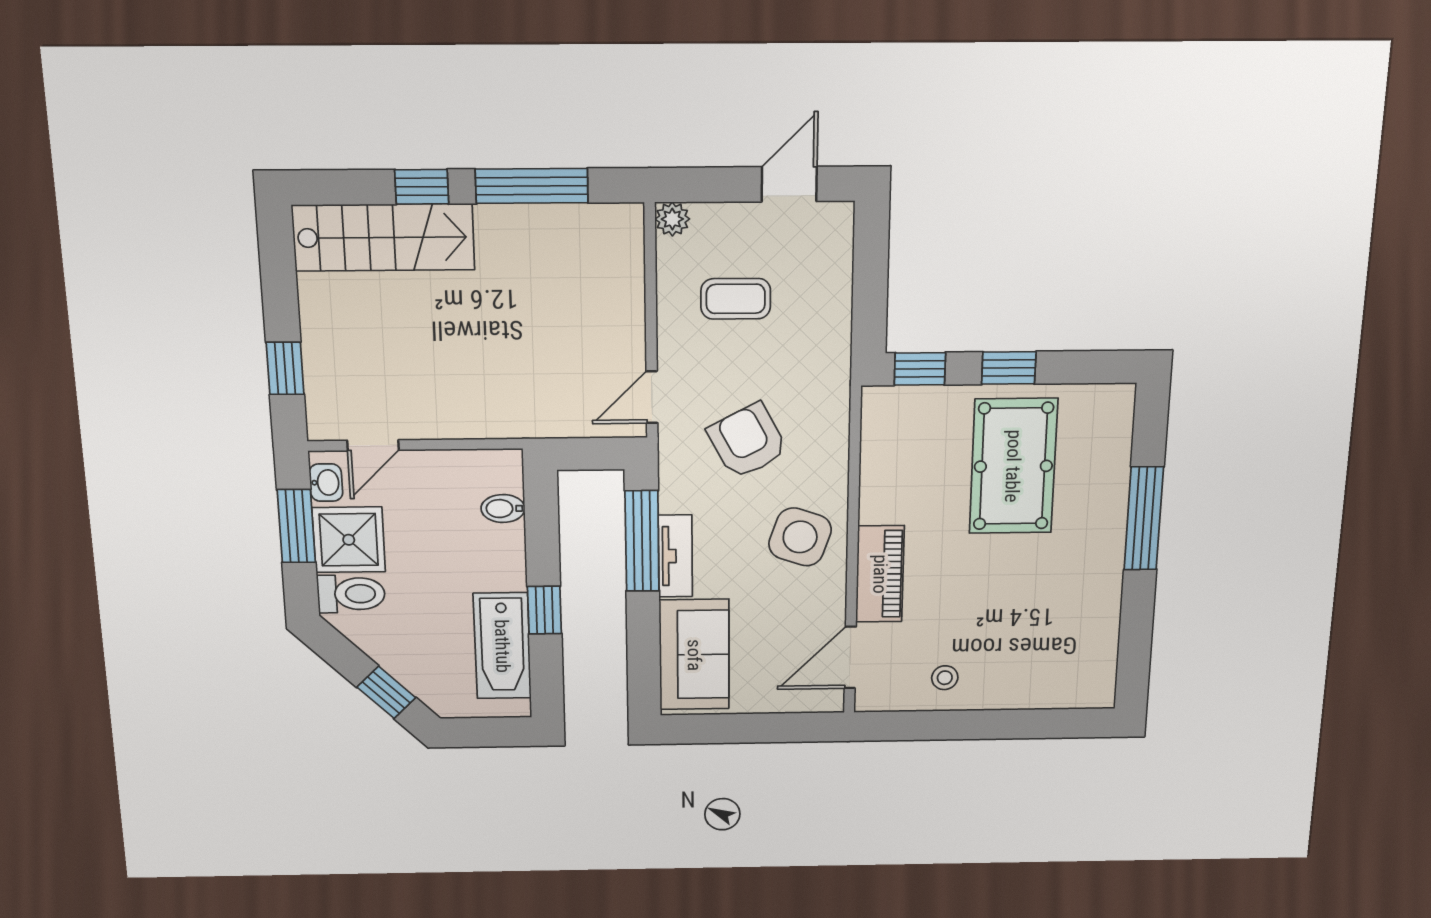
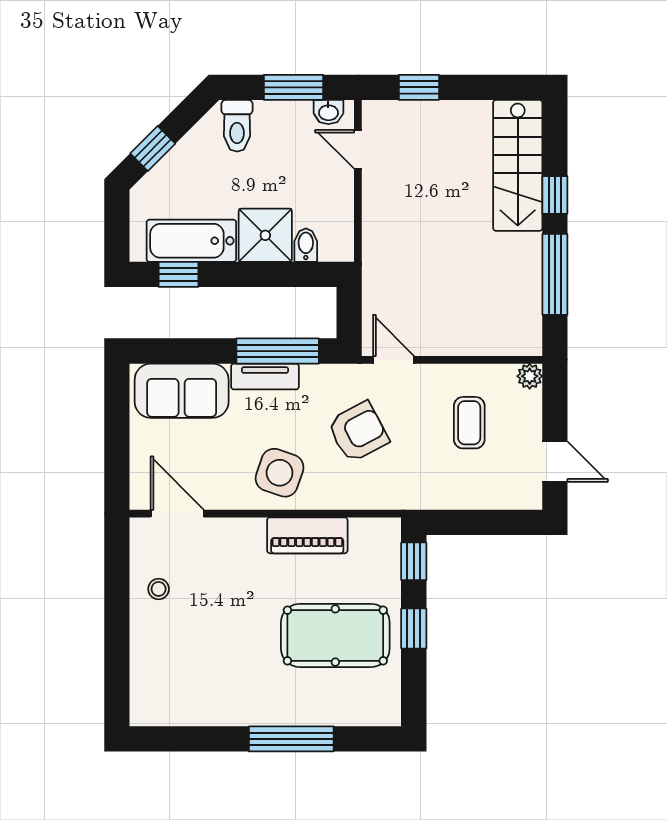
shower: (349, 540) -> (265, 235), moved
piano: (880, 574) -> (307, 535), moved
window: (544, 610) -> (179, 274), moved

